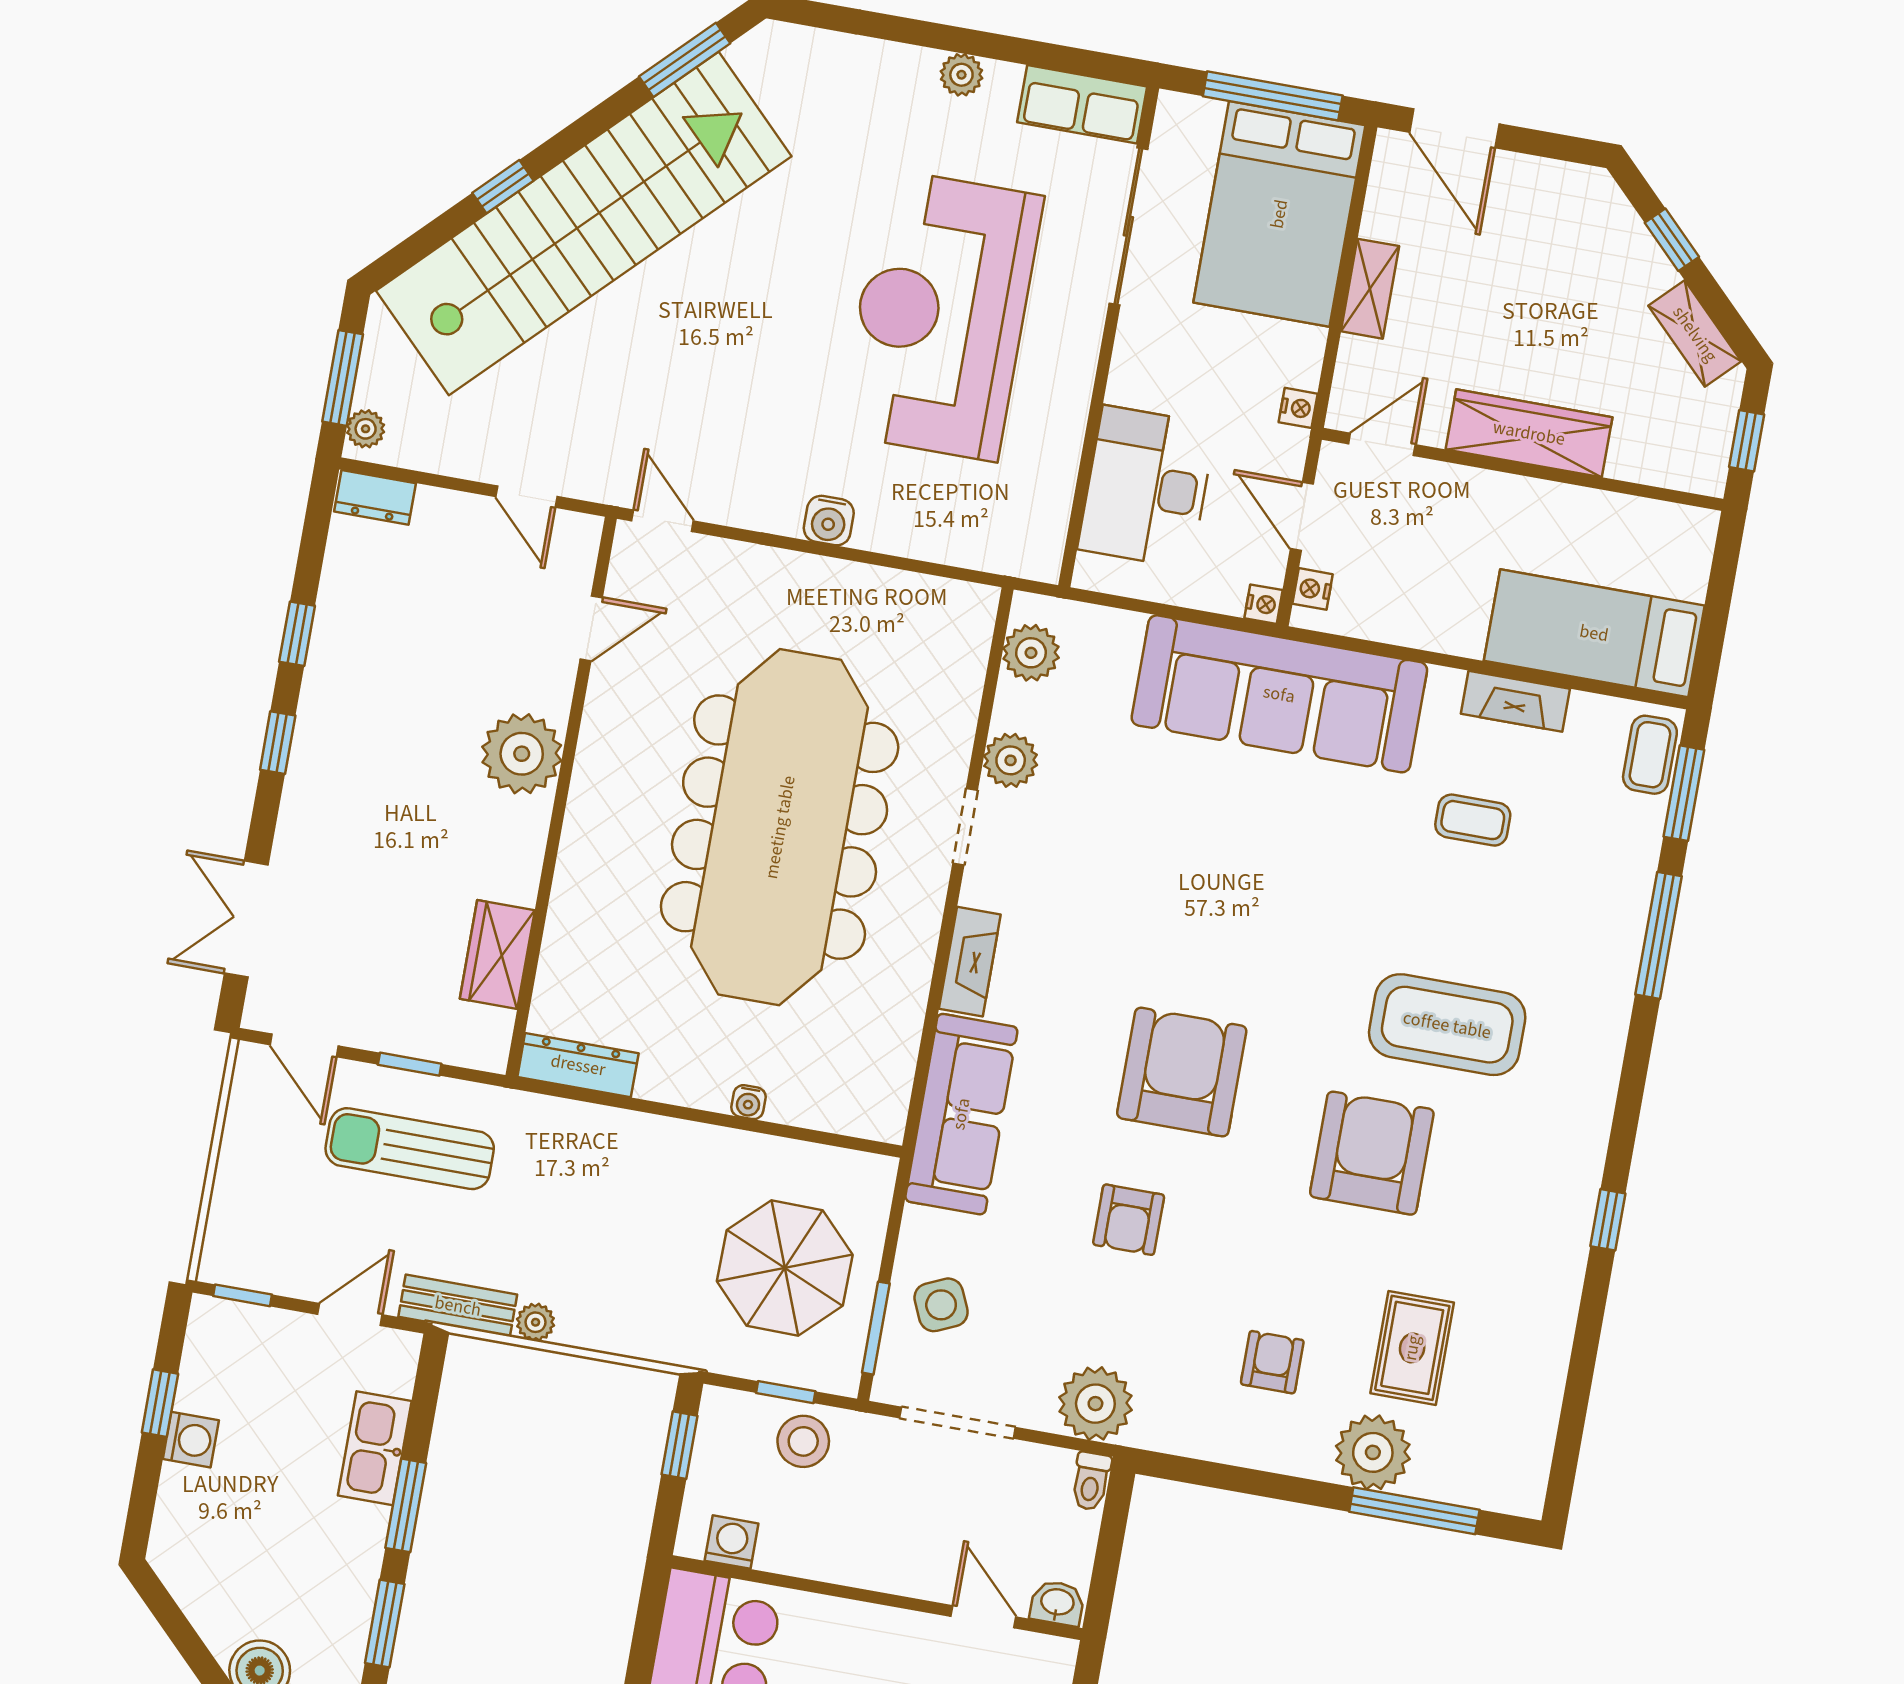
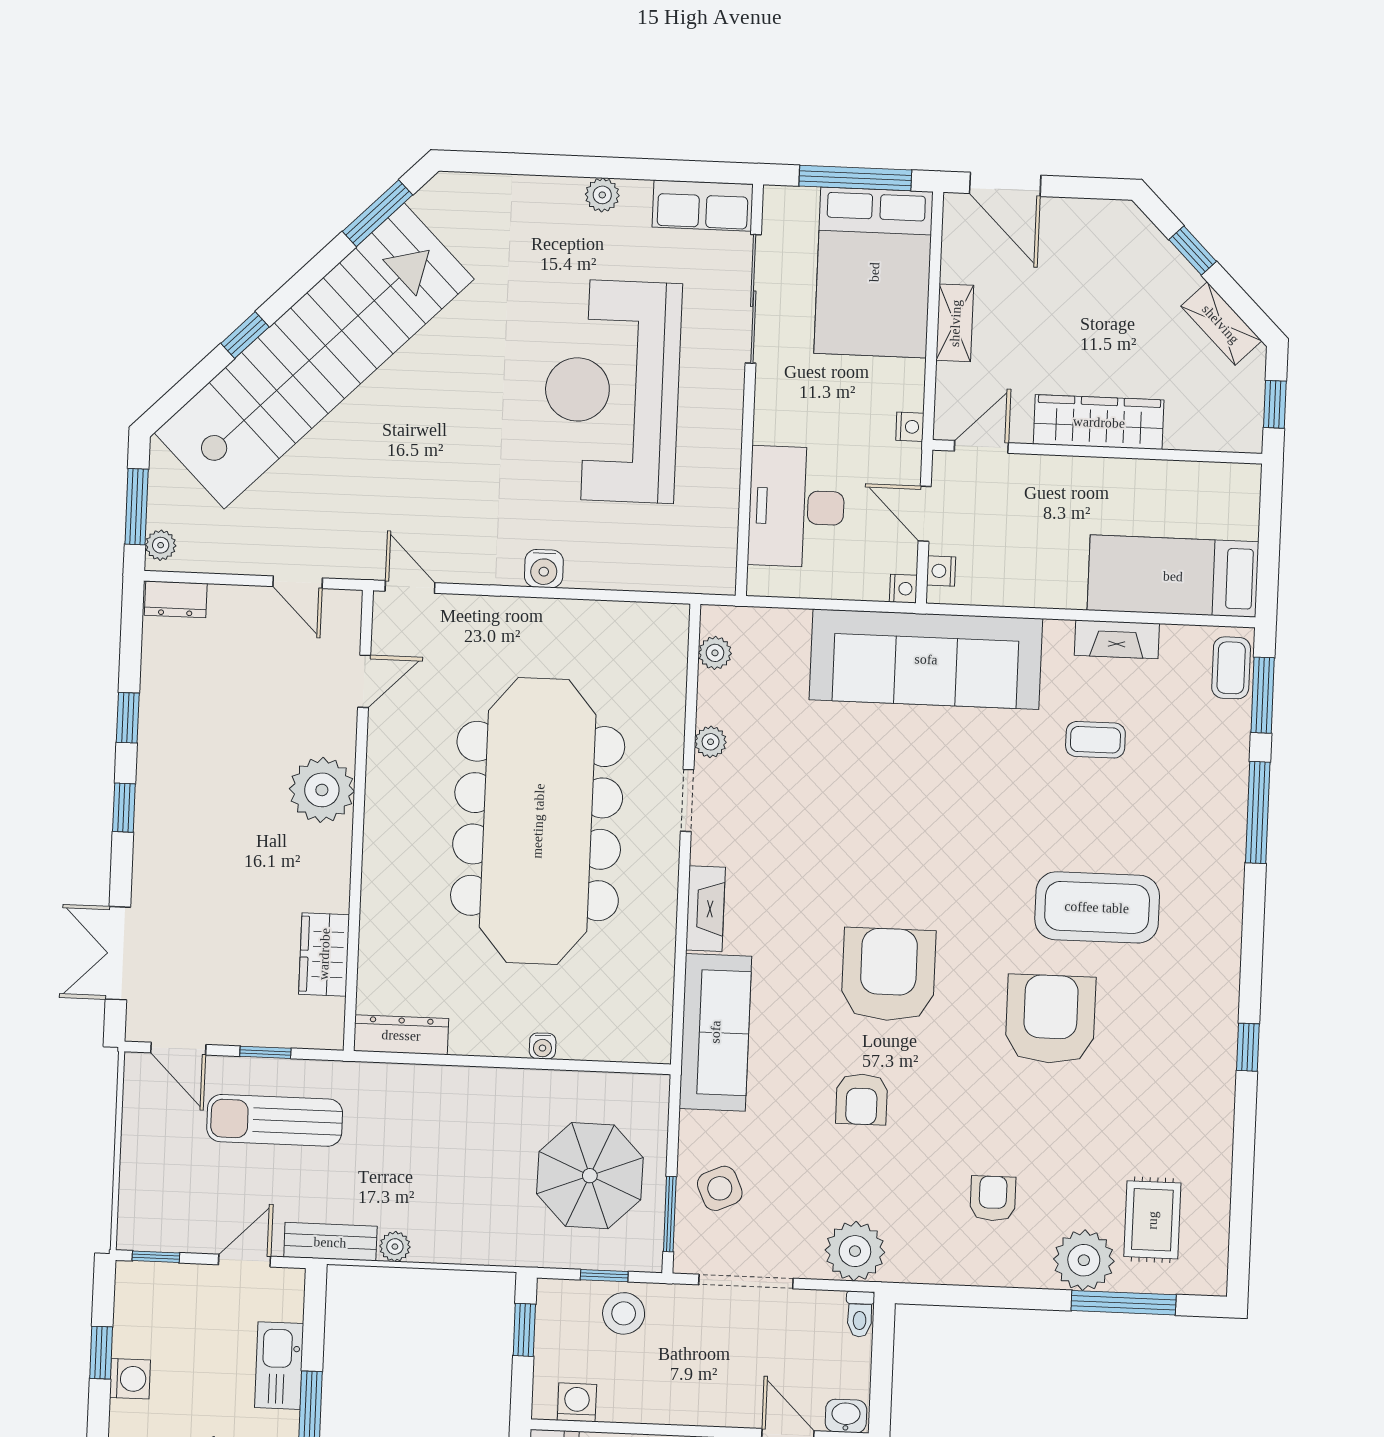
plant: (1031, 653) -> (715, 653), width x0.73, depth x0.73
plant: (1011, 760) -> (711, 742), width x0.73, depth x0.73
rug: (1412, 1348) -> (1152, 1220), moved

